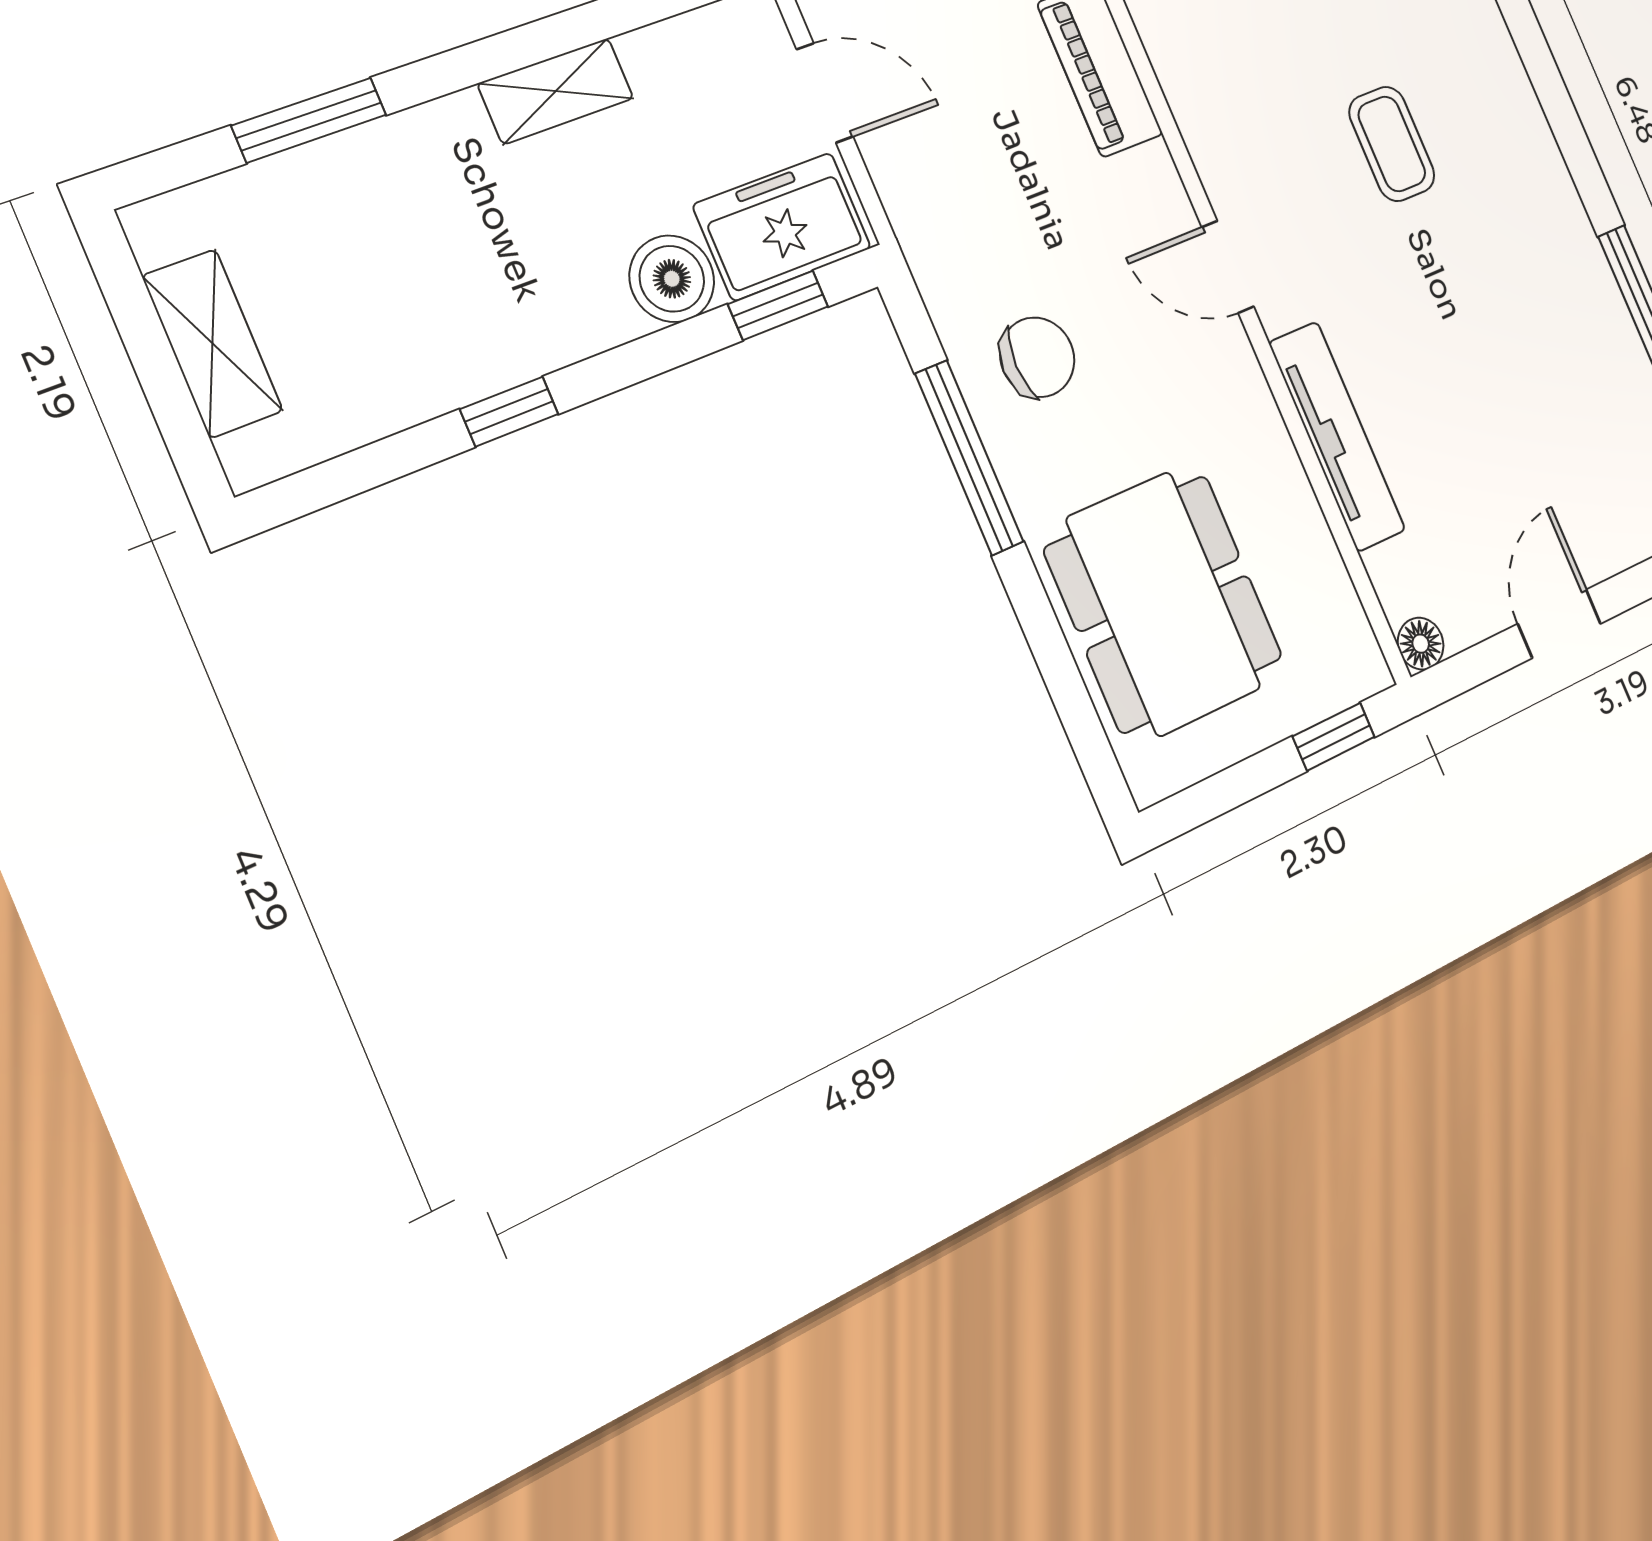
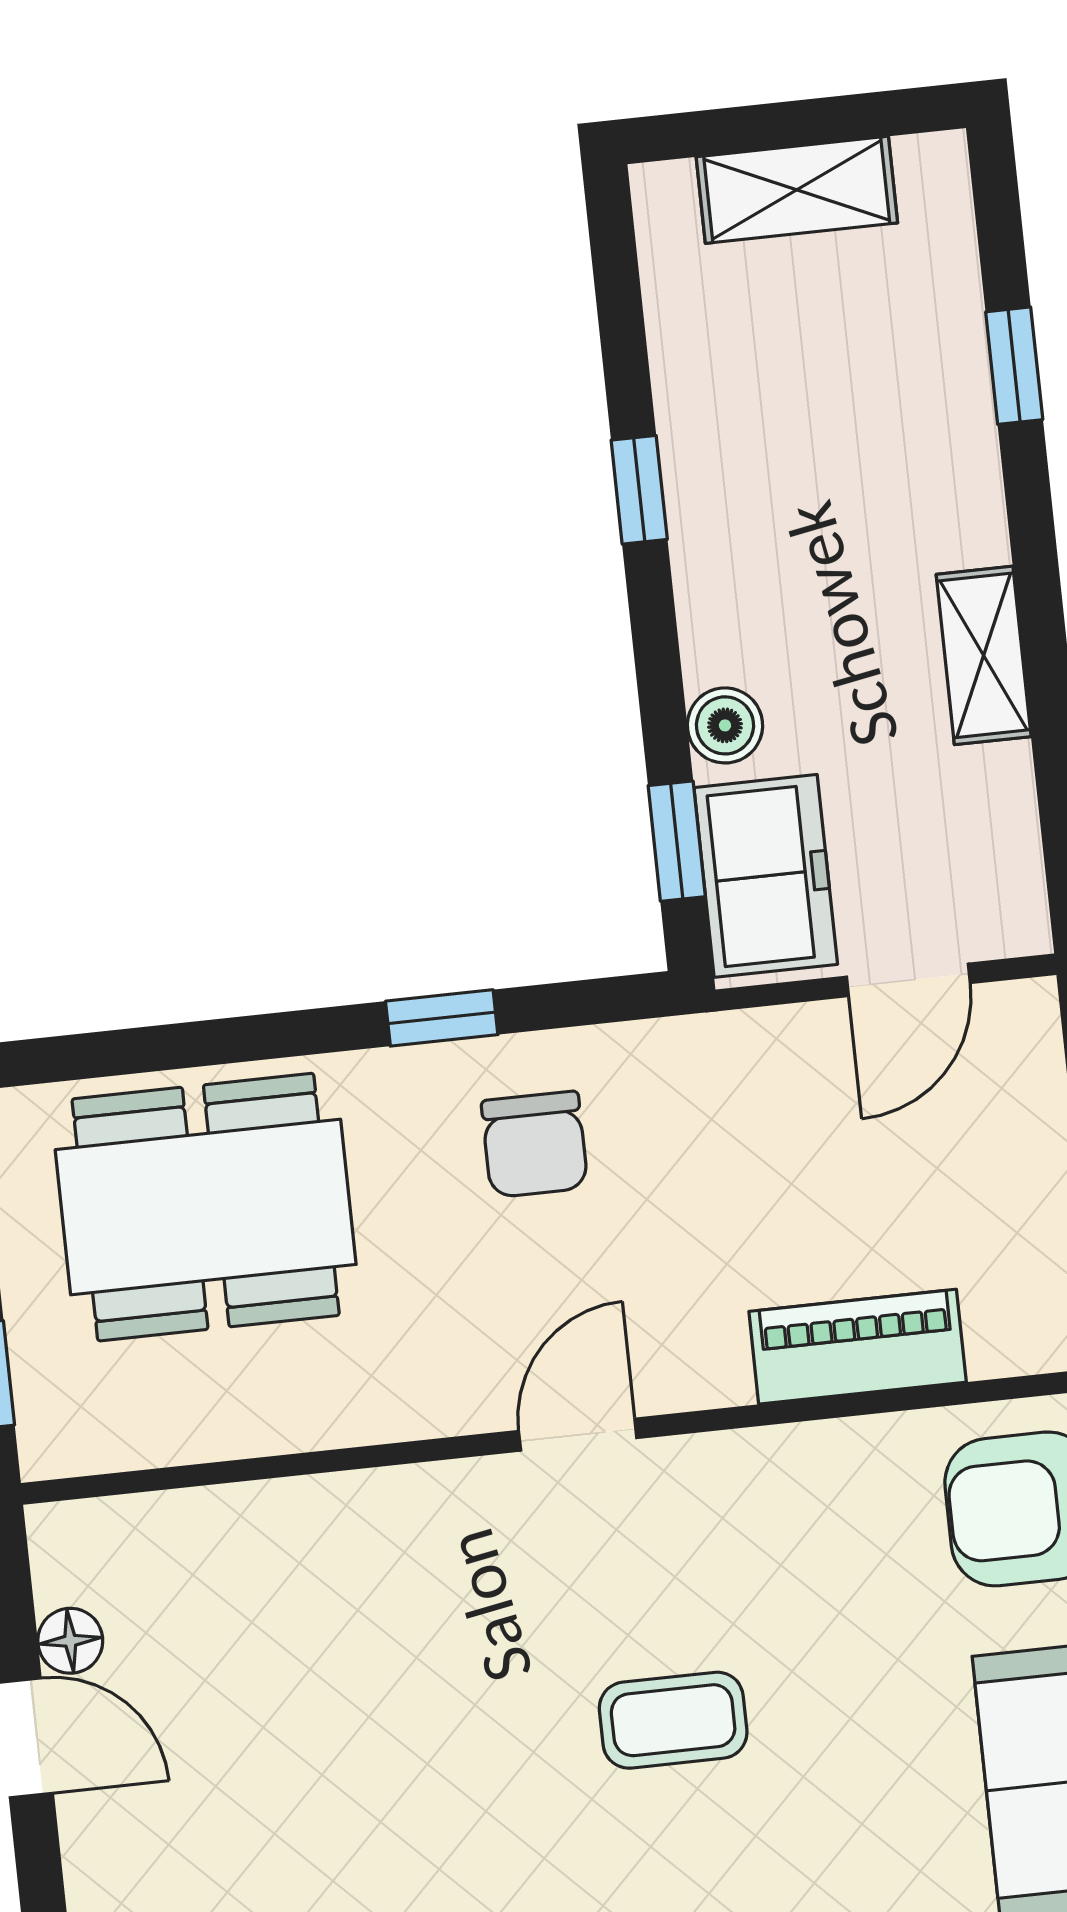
window: (309, 120) -> (1014, 366), width x0.67
boiler: (672, 279) -> (725, 725), width x0.73, depth x0.73
tv unit: (1337, 436) -> (336, 1510), removed
window: (969, 458) -> (442, 1018), width x0.46
floor lamp: (1421, 644) -> (70, 1641), moved

